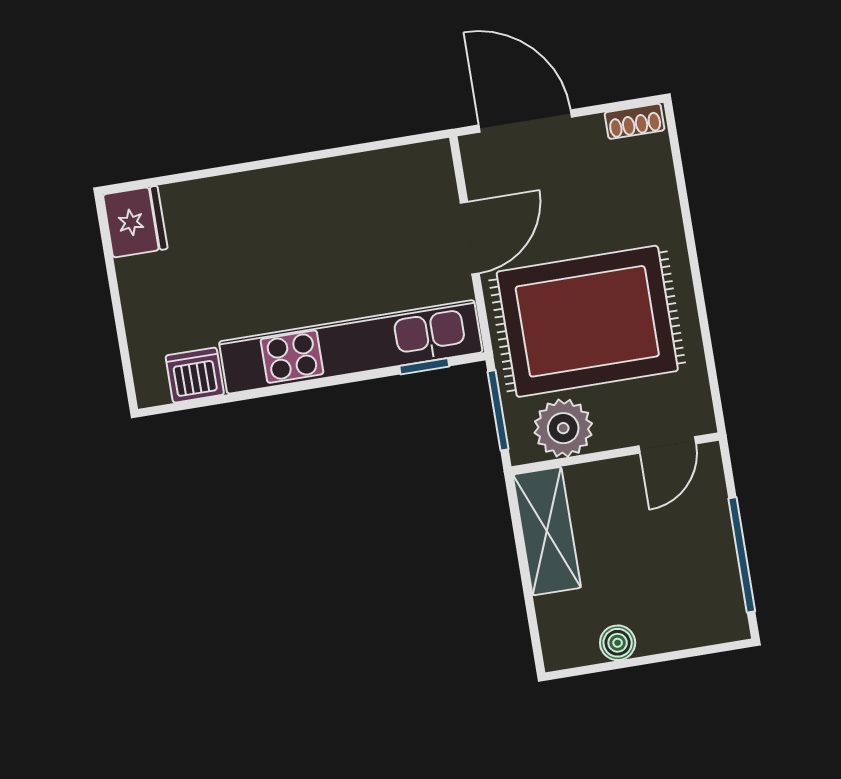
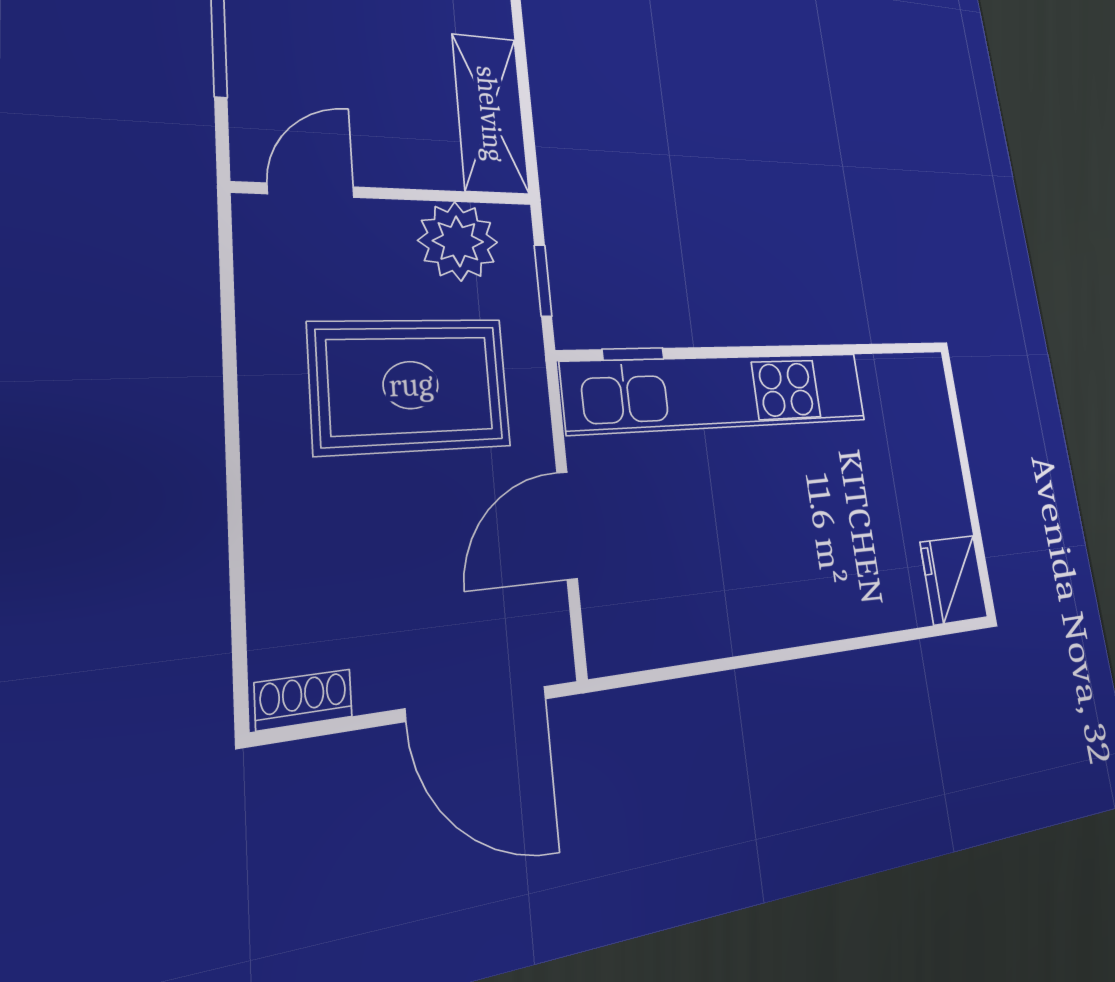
rug: (587, 321) -> (411, 385), width x0.73, depth x0.69
dishwasher: (195, 375) -> (887, 383), removed
window: (498, 410) -> (543, 281), width x0.67

